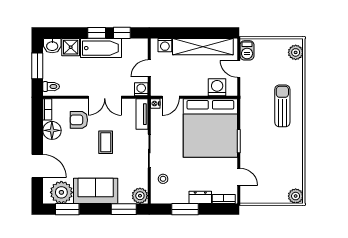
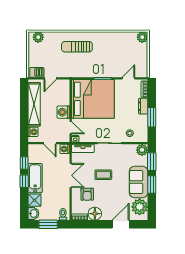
washing machine: (217, 87) -> (63, 112), moved
window: (67, 209) -> (152, 184), moved

